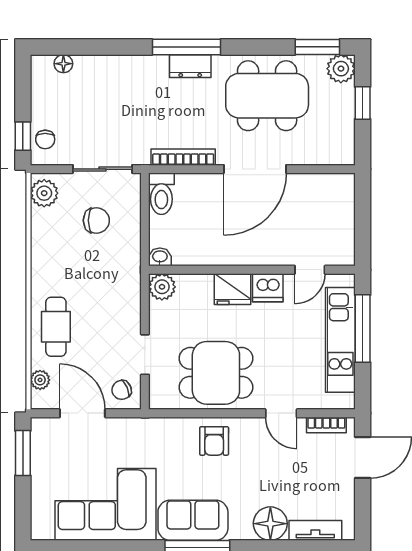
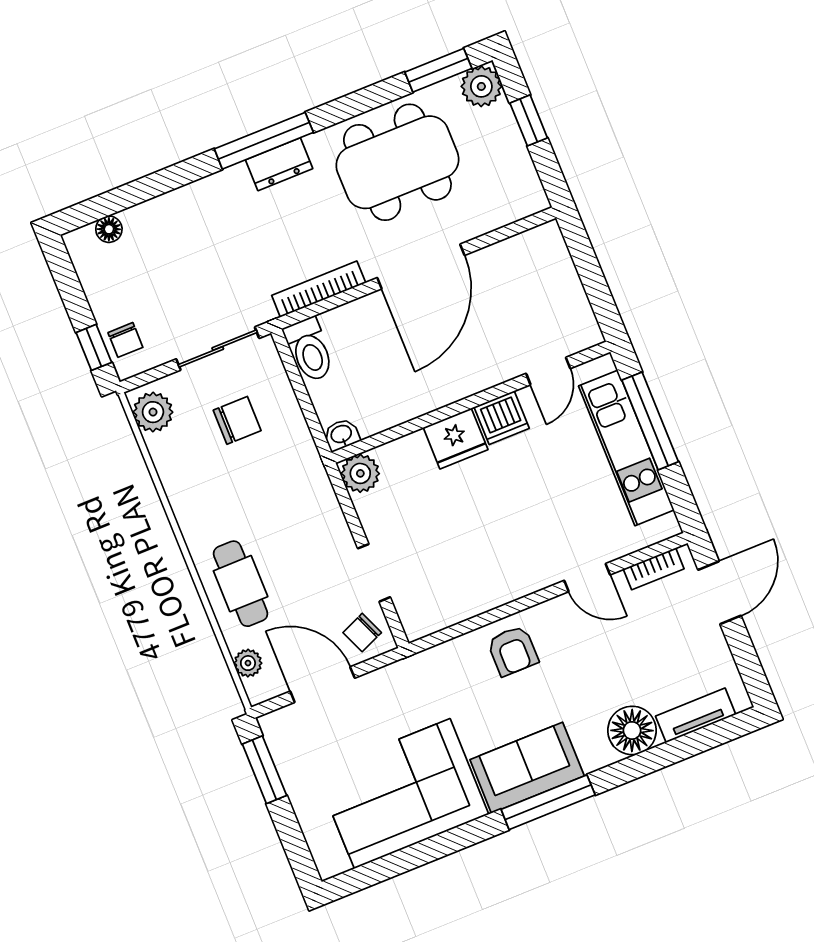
dining table: (216, 373) -> (479, 559), removed

